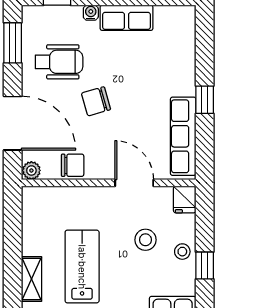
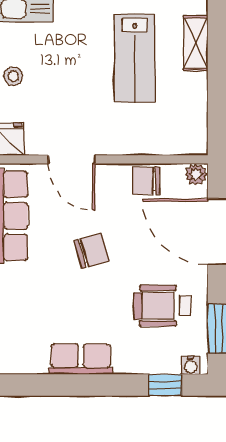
water cooler: (91, 13) -> (191, 365), moved
chair: (96, 101) -> (92, 251), moved
stool: (145, 240) -> (58, 90), removed

